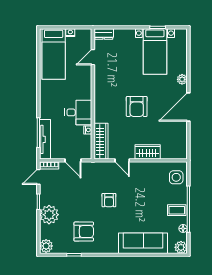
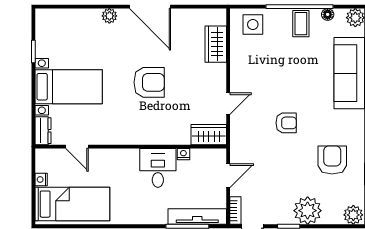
bed with nightstands: (155, 51) -> (69, 87), moved
wardrobe: (101, 141) -> (209, 135), width x0.67
wardrobe: (148, 152) -> (216, 44), moved

